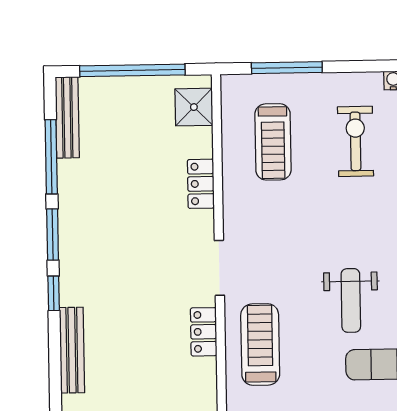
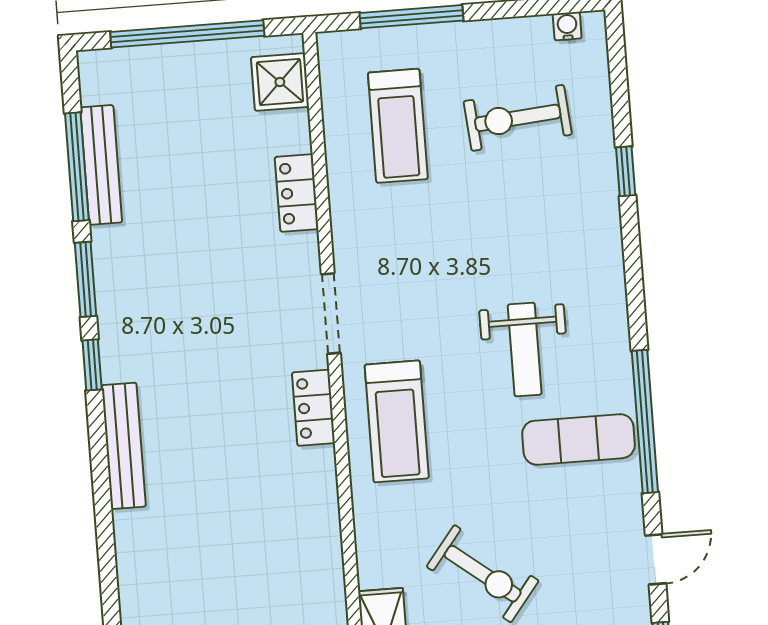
bench: (67, 117) -> (101, 165), moved
exercise bike: (355, 141) -> (518, 118), turned -95
treadmill: (260, 345) -> (397, 421), turned 180

